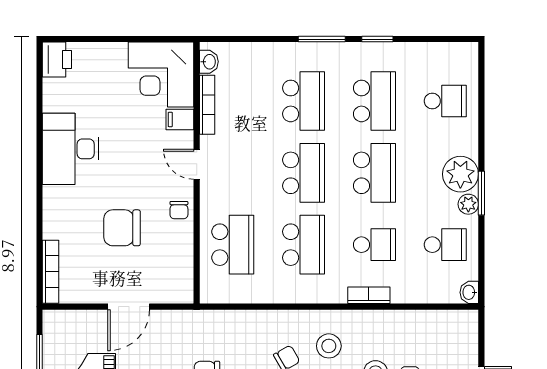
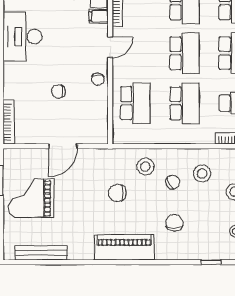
door: (197, 164) -> (110, 47), swing flipped
chair: (122, 228) -> (58, 91), width x0.54, depth x0.54
stool: (247, 336) -> (145, 166), added

